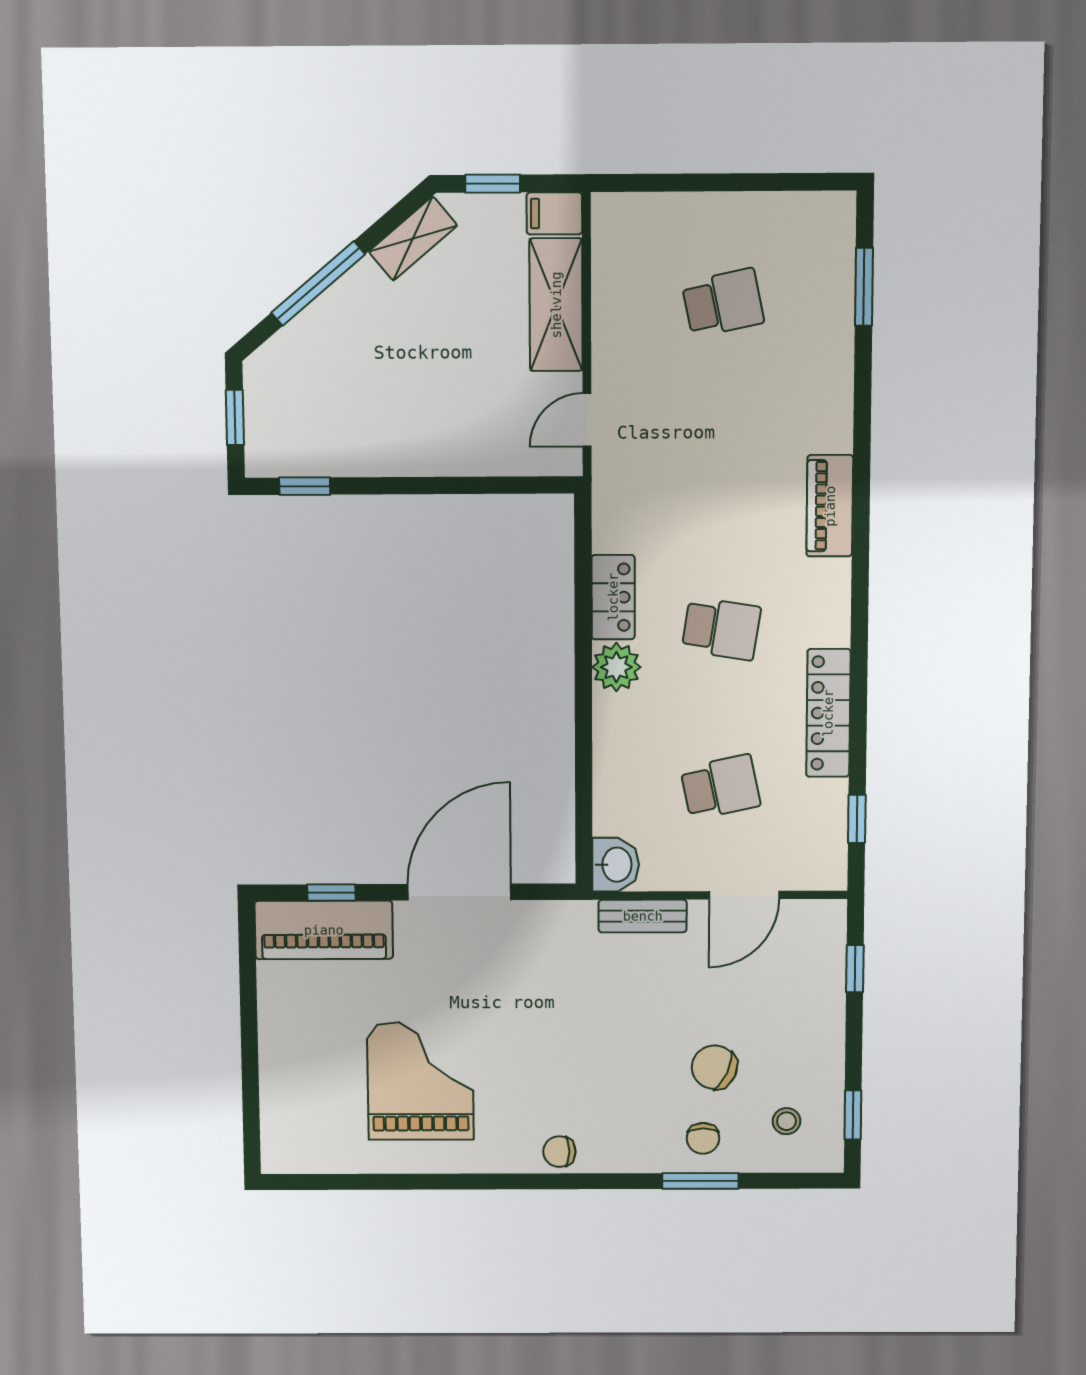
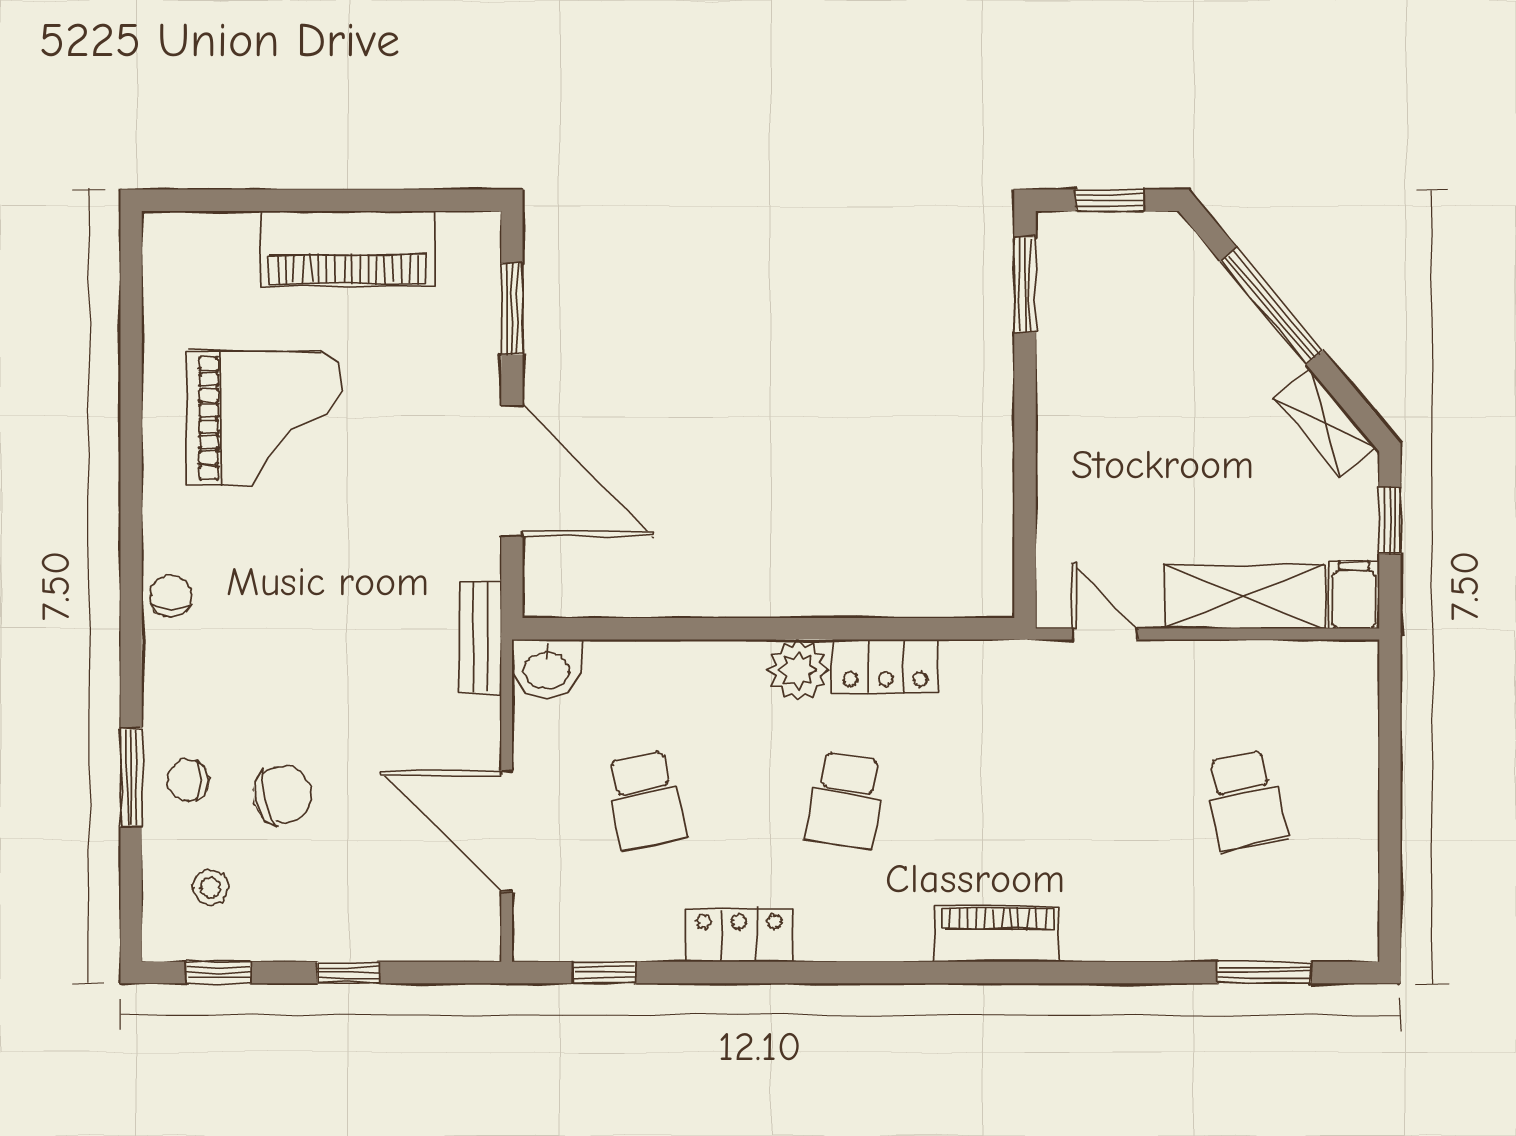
window: (305, 486) -> (1025, 285), width x1.50
locker: (828, 713) -> (739, 935), width x0.66
window: (331, 893) -> (512, 309), width x1.50
door: (744, 895) -> (507, 831), width x1.36
bench: (643, 916) -> (480, 638), moved
piano: (324, 930) -> (348, 249), moved, turned -90
window: (855, 969) -> (348, 972), moved
chair: (714, 1067) -> (282, 795), turned 50

